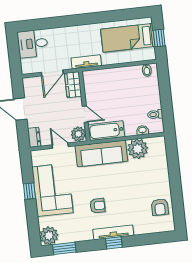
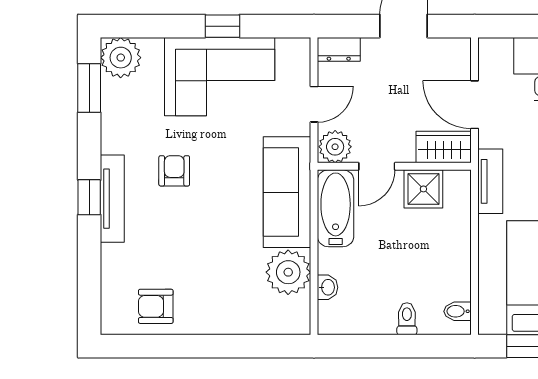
shower: (93, 92) -> (423, 189), added
toilet: (155, 114) -> (407, 319), moved
armchair: (98, 206) -> (174, 171), turned 180

